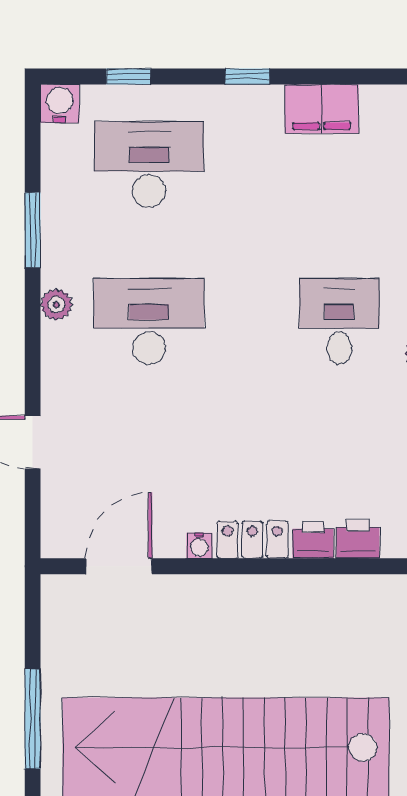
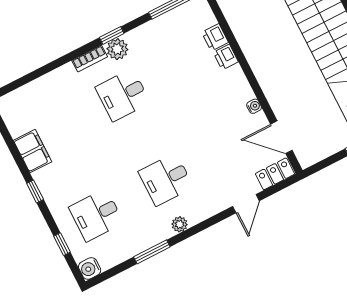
desk: (149, 164) -> (96, 215), width x0.73
desk: (149, 321) -> (166, 179), width x0.73
locker: (252, 540) -> (275, 174), moved, turned 90

